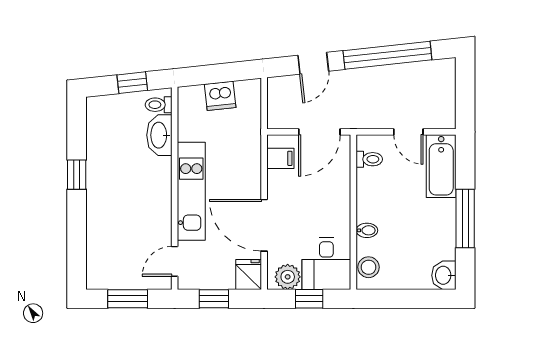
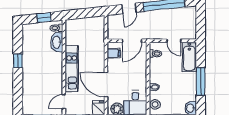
dishwasher: (220, 96) -> (85, 24), removed

